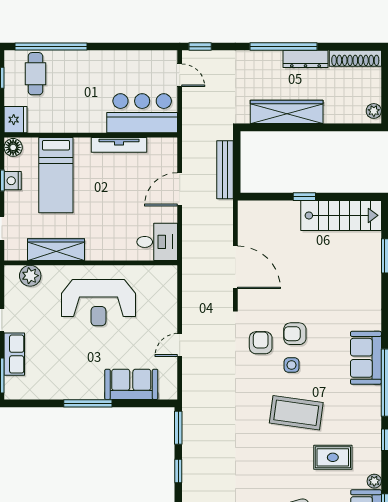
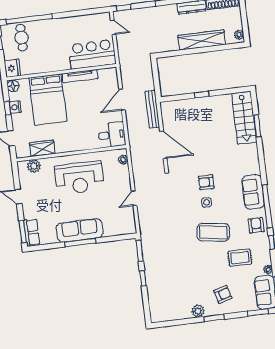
wardrobe: (287, 112) -> (202, 40), moved
bench: (225, 170) -> (152, 109), moved
bed: (56, 175) -> (48, 100), width x1.50
stairs: (341, 215) -> (244, 118), moved, turned 90
wardrobe: (56, 250) -> (42, 148), width x0.67
plant: (170, 283) -> (123, 160), added
armchair: (261, 343) -> (256, 225), moved
row of seats: (14, 354) -> (32, 232), moved
sofa: (131, 384) -> (80, 230), moved, width x1.36

